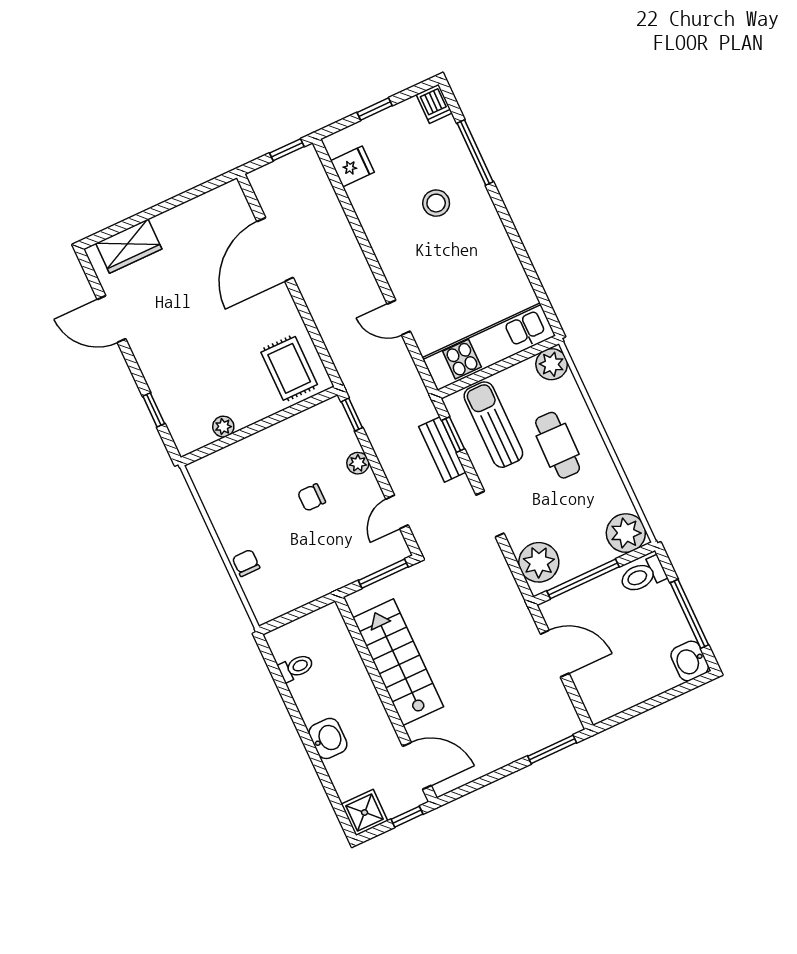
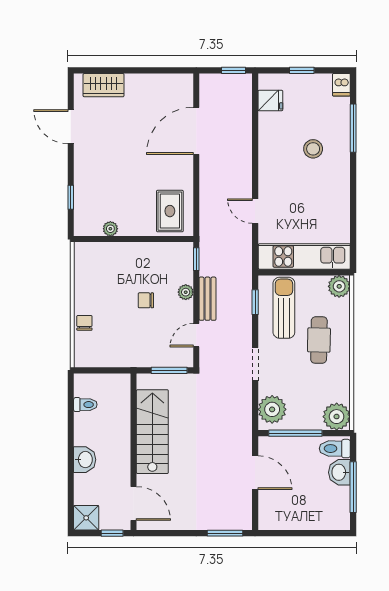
bench: (442, 449) -> (208, 299), moved
washbasin: (690, 661) -> (339, 472), moved

